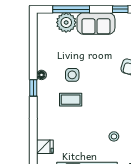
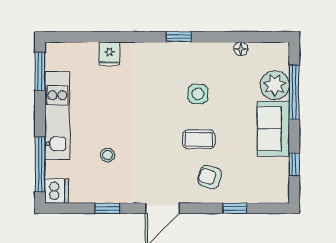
floor lamp: (41, 75) -> (241, 49), moved
coffee table: (71, 100) -> (199, 139), moved, turned 90
fridge: (45, 147) -> (109, 54), moved

